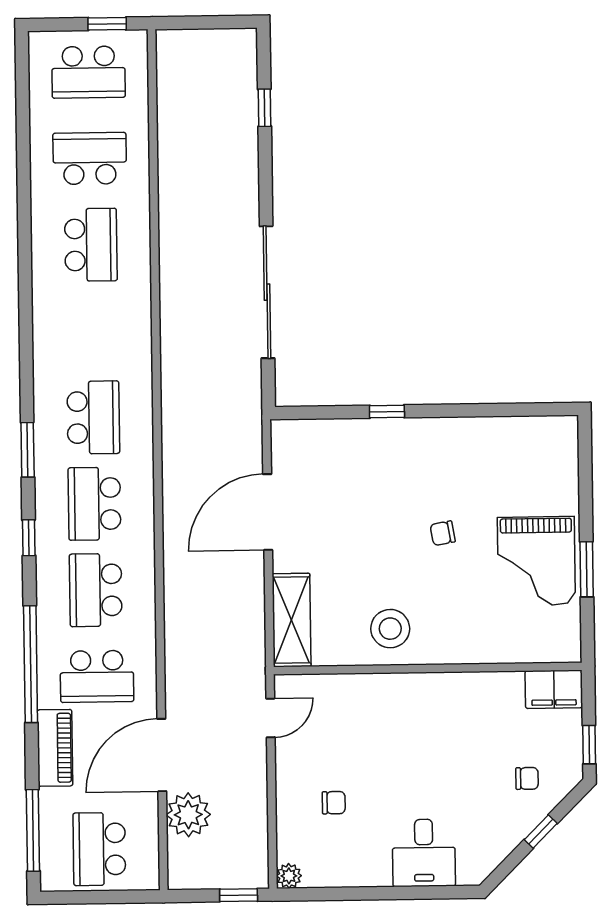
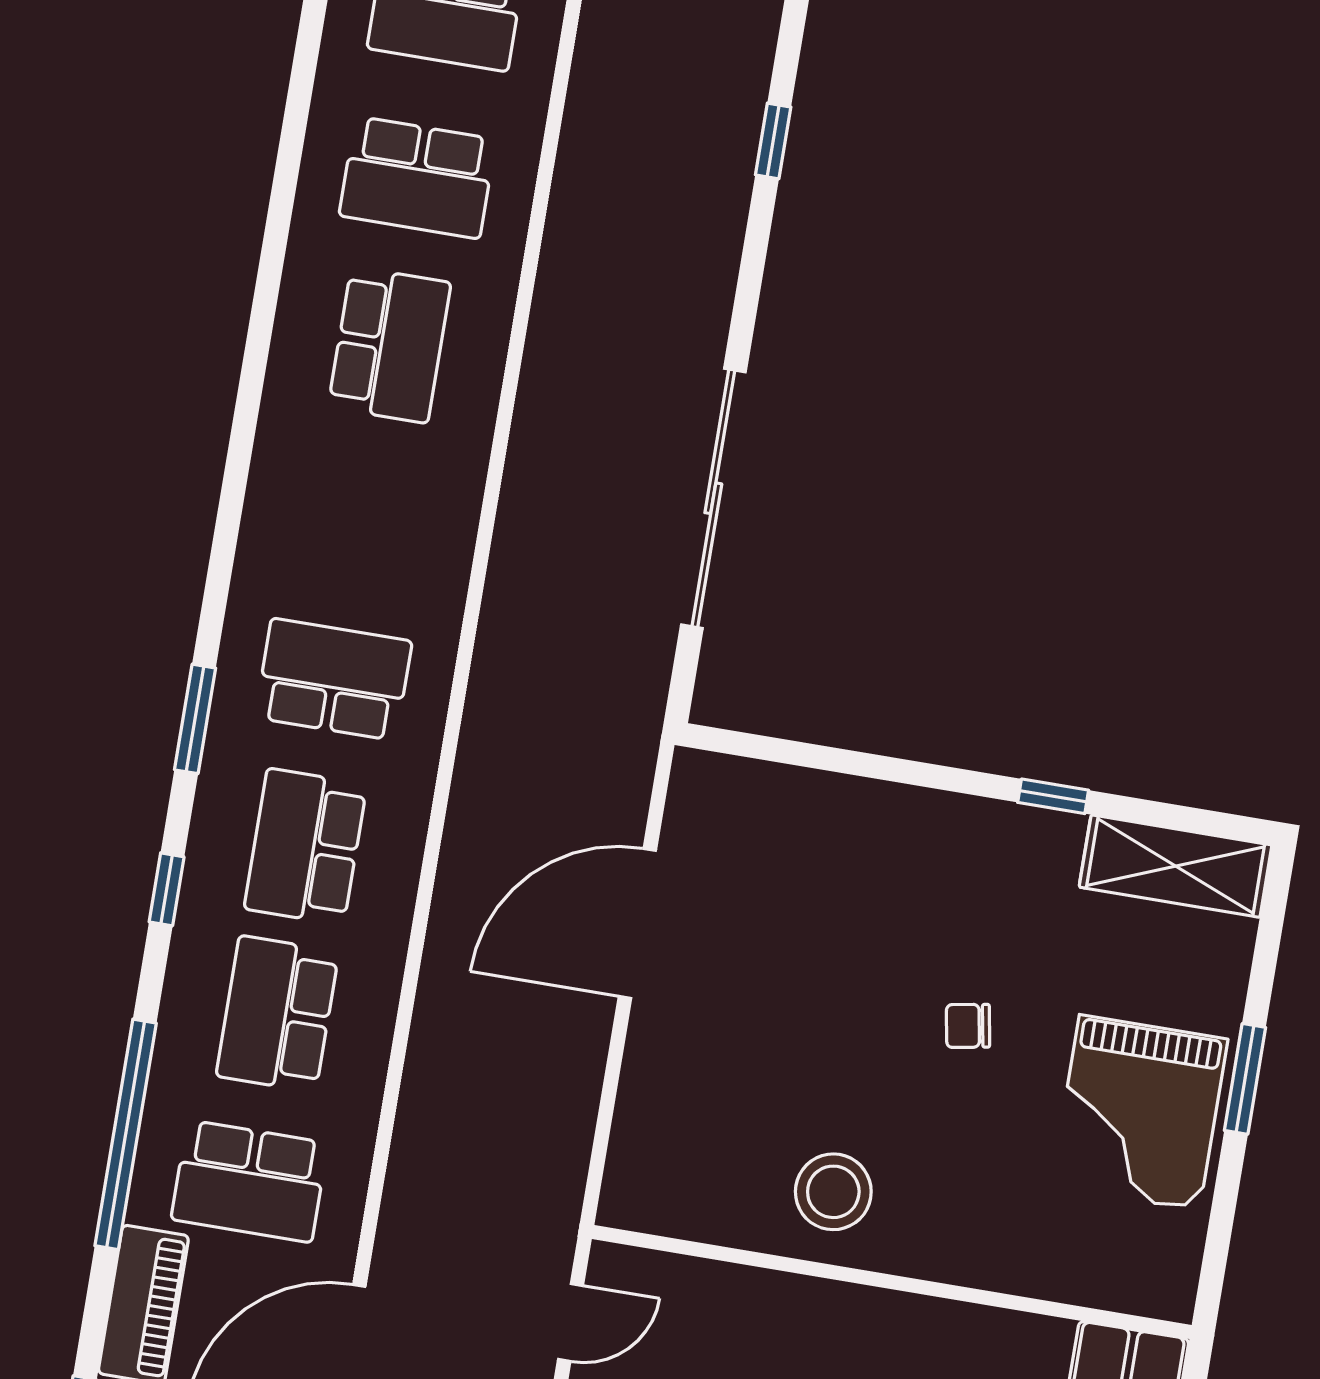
school desk: (90, 158) -> (417, 178), turned 180
window: (387, 412) -> (1053, 796), moved
school desk: (93, 417) -> (334, 679), turned -90
window: (587, 569) -> (1245, 1079), moved
shelving: (291, 620) -> (1176, 866), moved, turned 90

